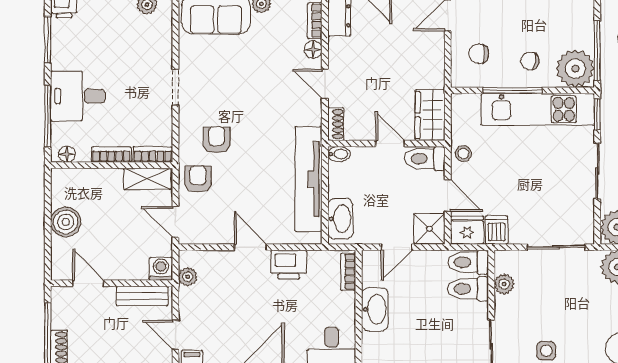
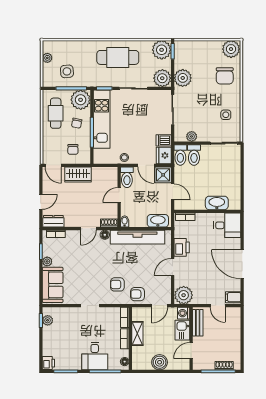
cafe table: (549, 20) -> (56, 113), added
floor lamp: (313, 50) -> (105, 235), moved
wardrobe: (430, 115) -> (78, 175), moved
shelving: (147, 179) -> (137, 333), moved
door: (448, 196) -> (146, 165), swing flipped
kitchen sink: (128, 266) -> (182, 330), added
plant: (188, 277) -> (184, 295), width x1.88, depth x1.88
washbasin: (375, 309) -> (217, 203), moved
door: (175, 335) -> (218, 306), hinge flipped

